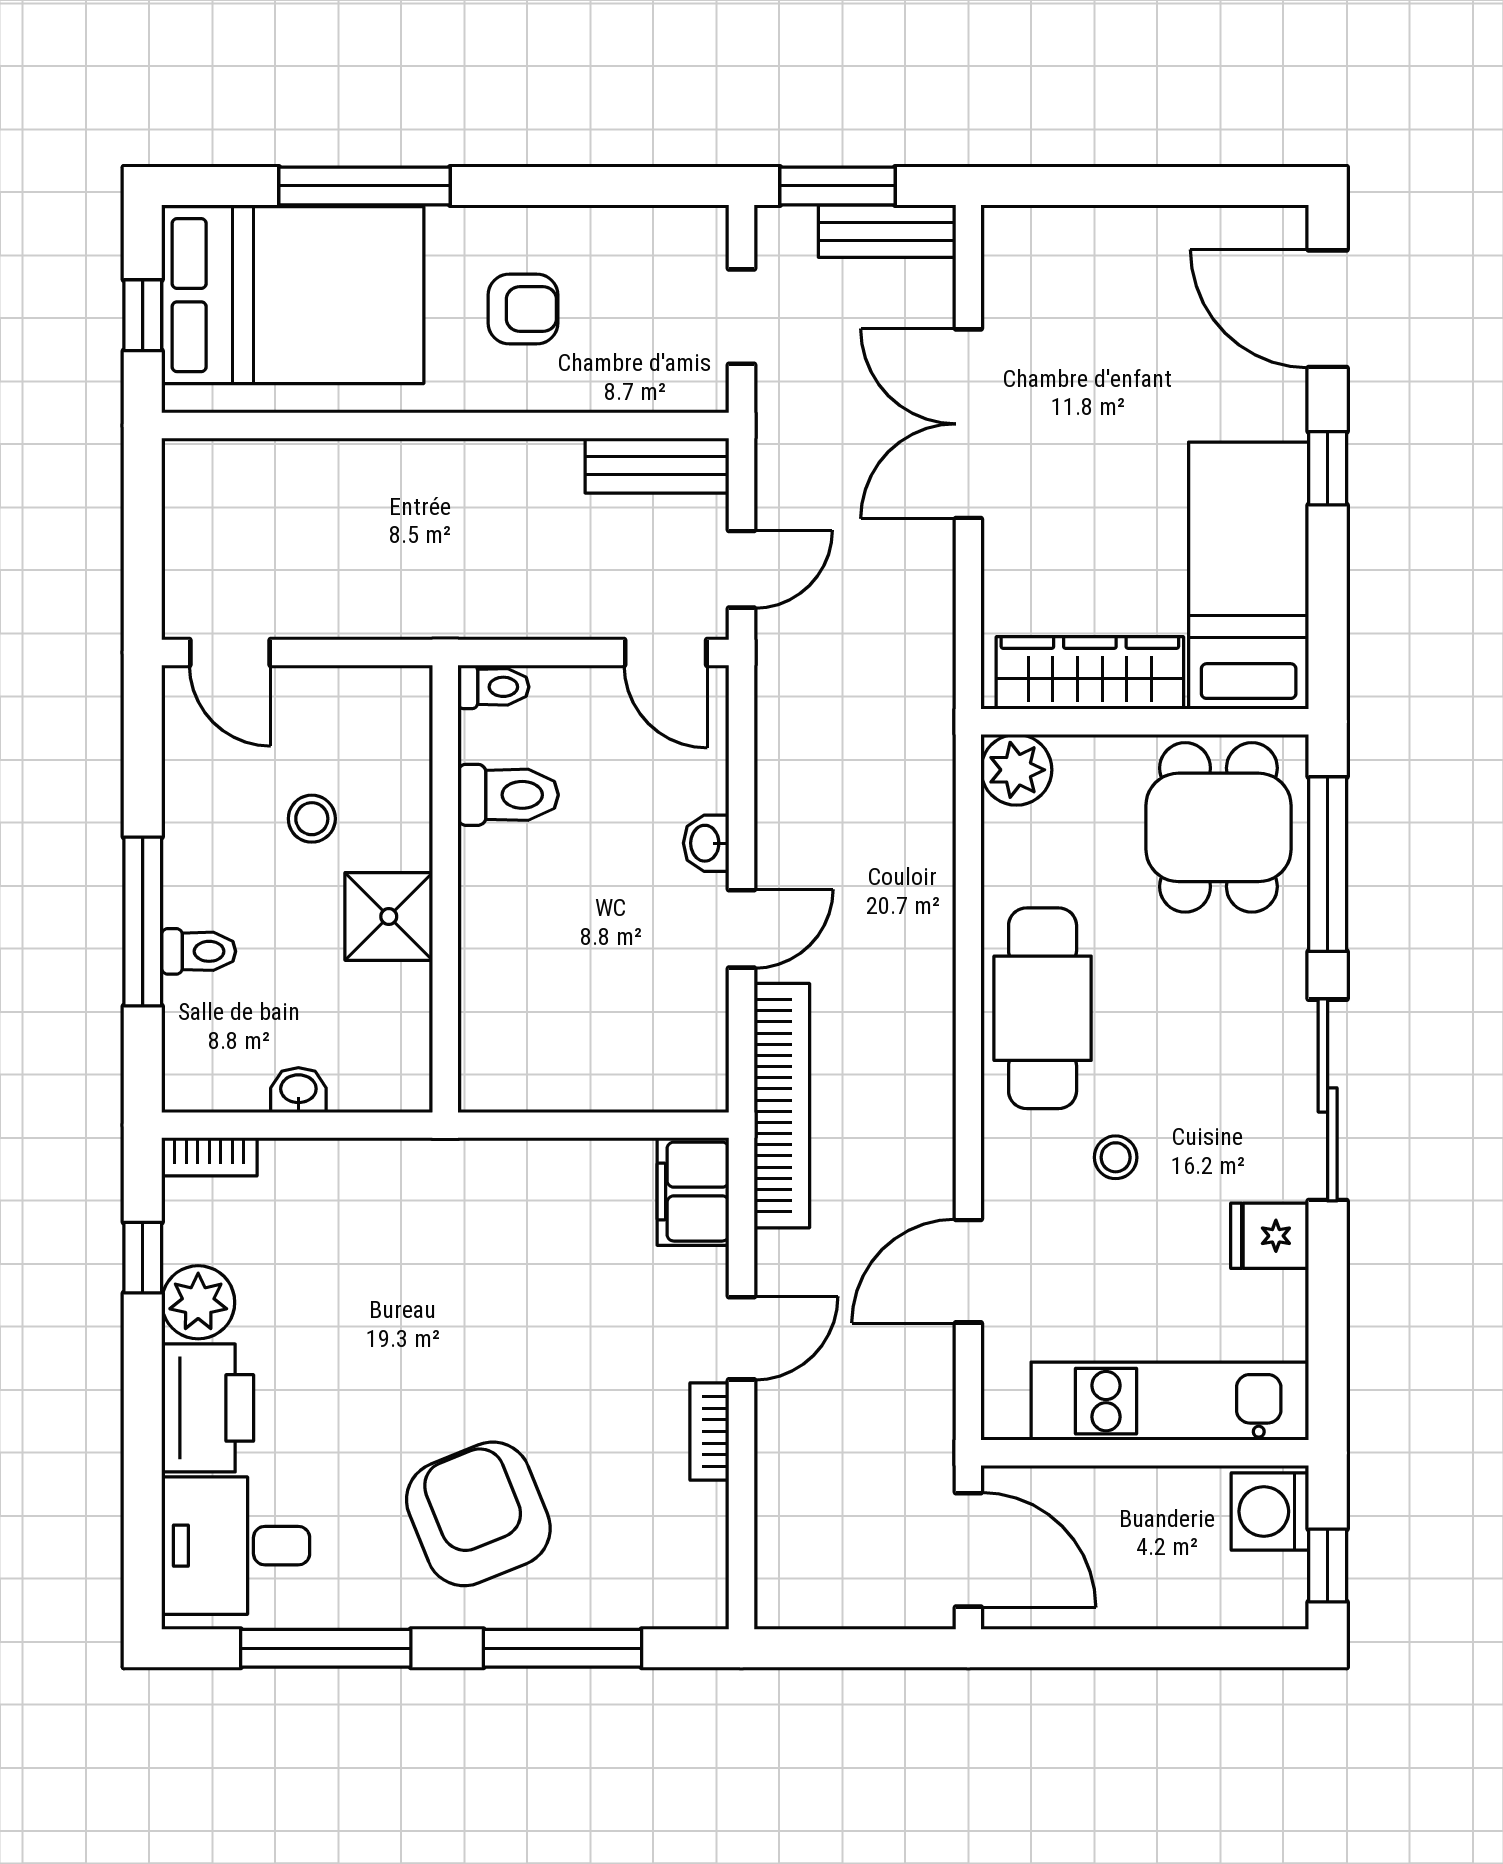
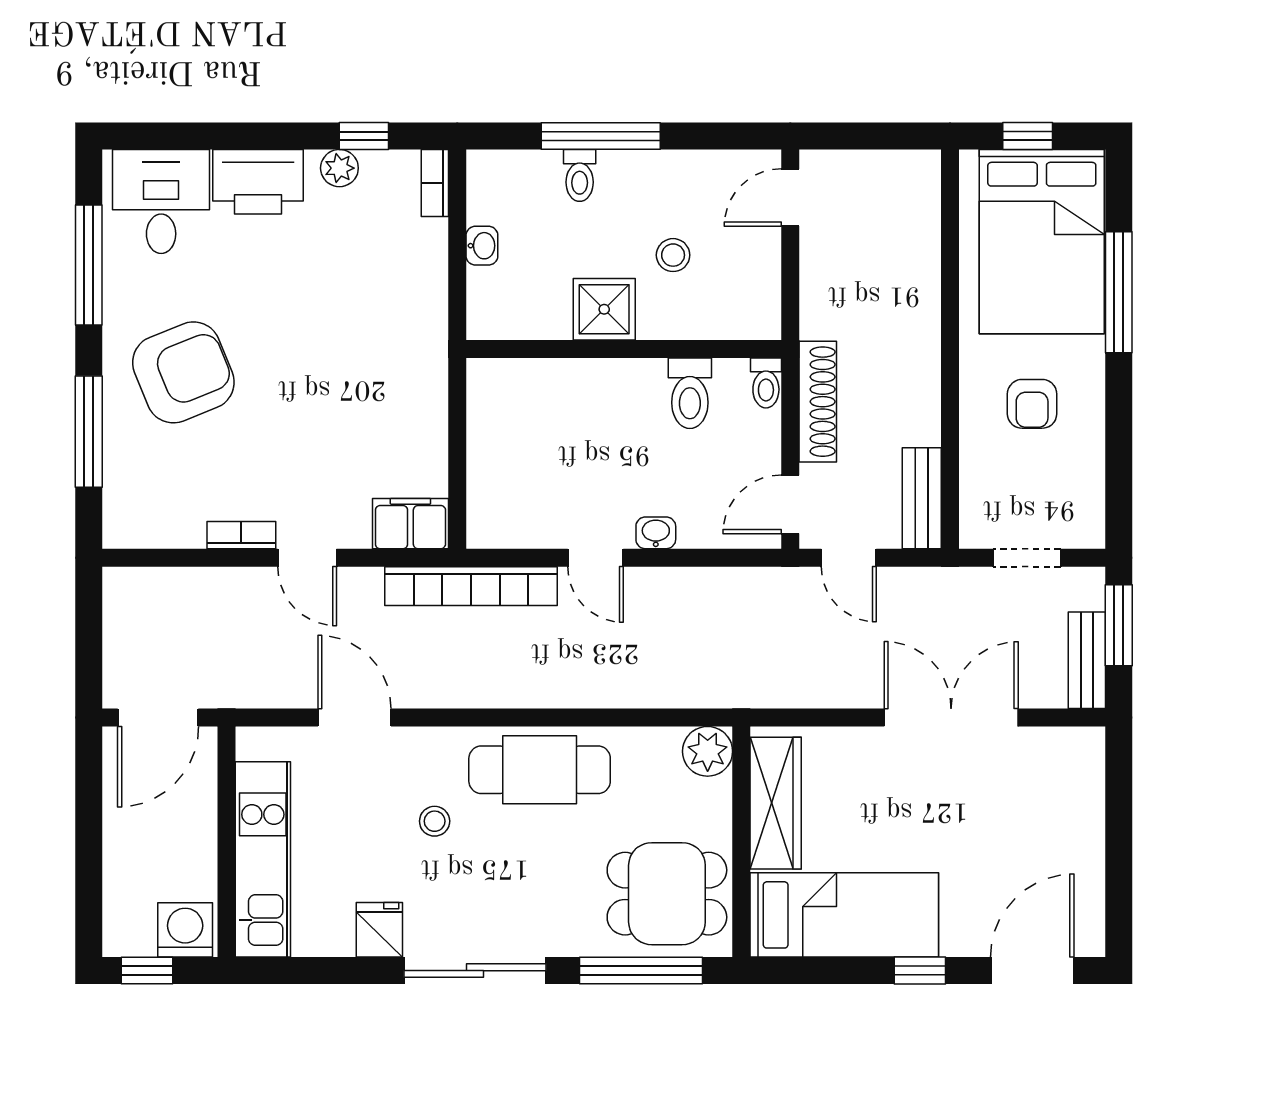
shoe rack: (520, 613) -> (818, 402), added
plant: (198, 1302) -> (339, 168), width x0.73, depth x0.73

